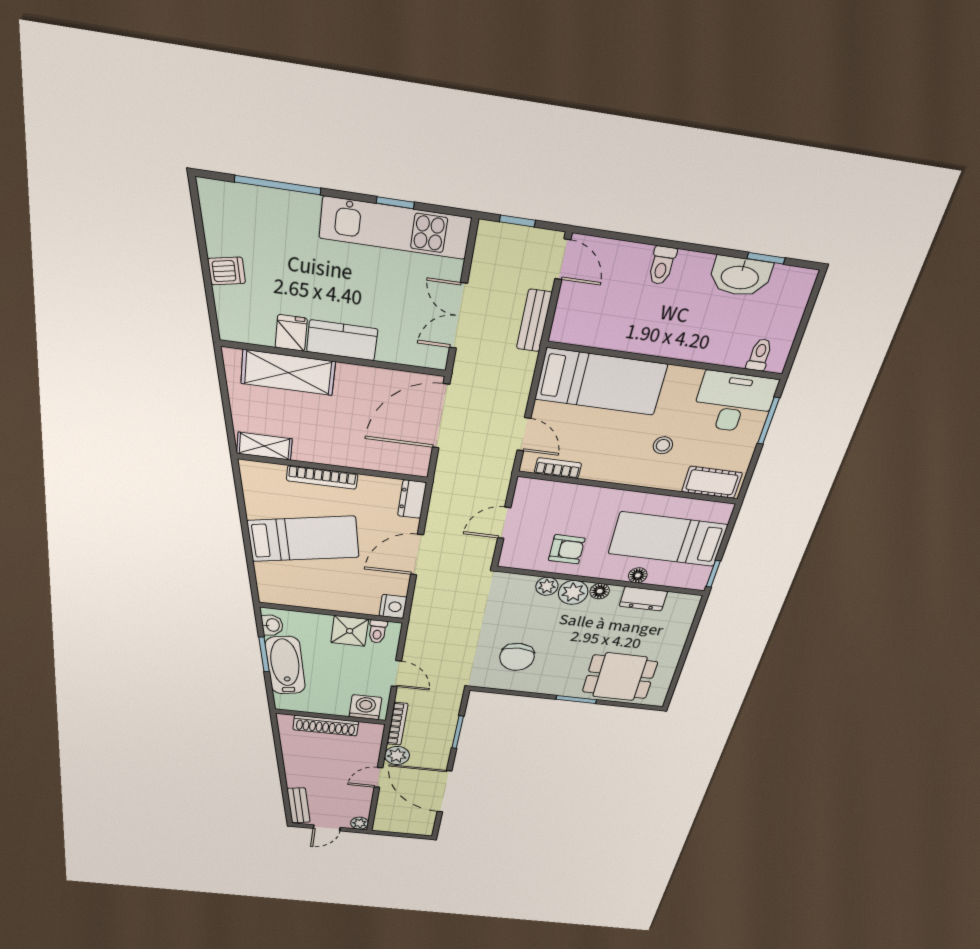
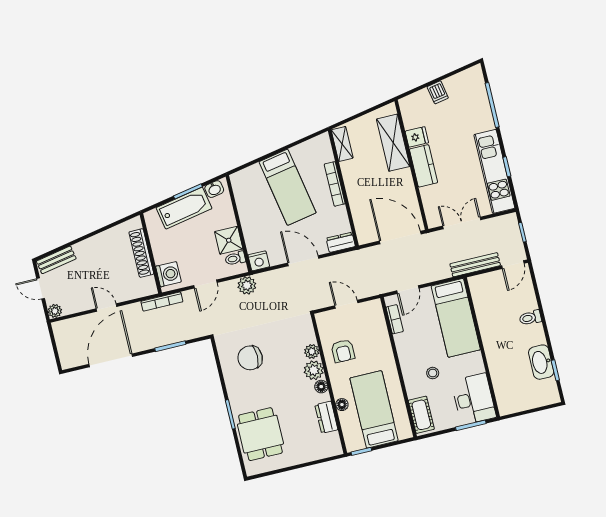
bench: (534, 321) -> (475, 265), width x1.36
toilet: (760, 355) -> (505, 397), removed
plant: (397, 756) -> (247, 285), moved

